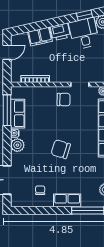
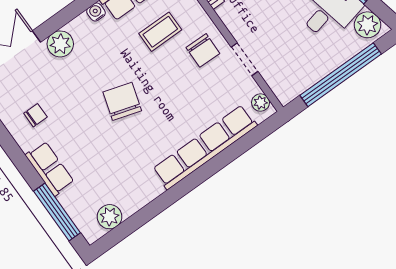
coffee table: (43, 112) -> (160, 32), added
plant: (17, 145) -> (60, 44), moved

